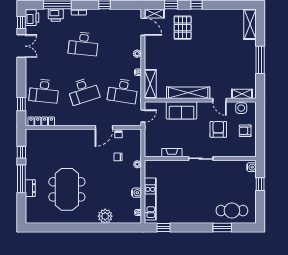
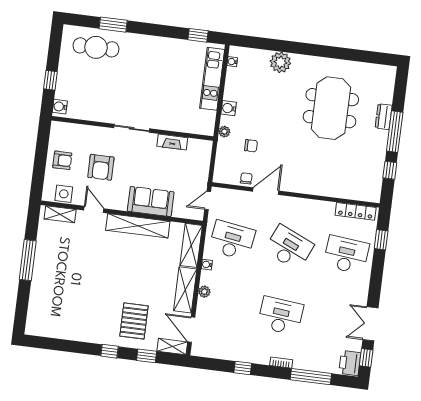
printer: (56, 15) -> (315, 362), removed
shelving: (250, 24) -> (185, 290), moved
desk: (83, 91) -> (289, 247), turned 42
water cooler: (136, 193) -> (229, 108), moved

